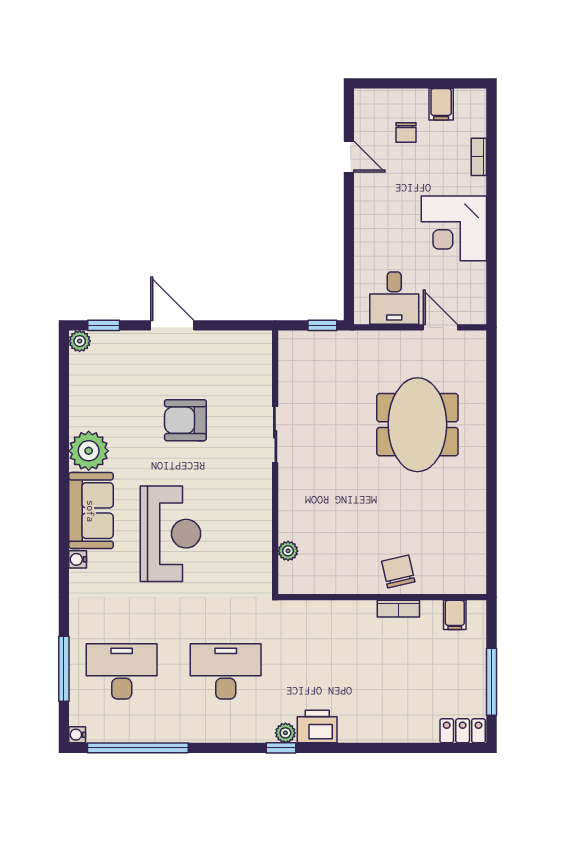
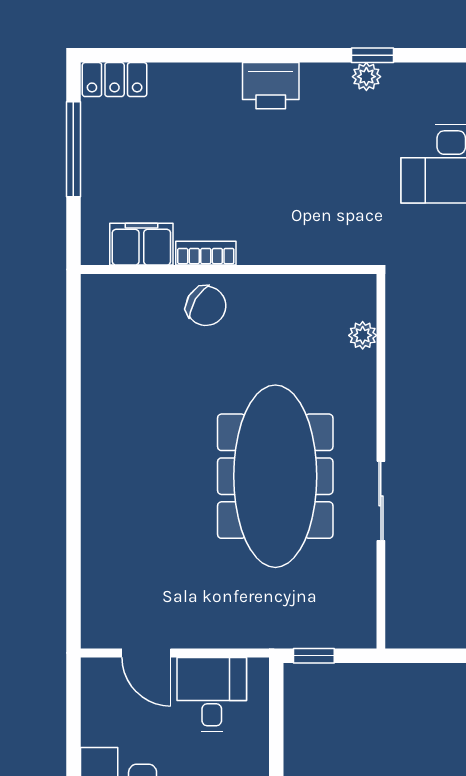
meeting table: (417, 425) -> (275, 476), moved, width x1.36
chair: (398, 572) -> (206, 306), turned -46
filing cabinet: (455, 615) -> (141, 244), width x2.00
printer: (317, 726) -> (271, 86), moved

